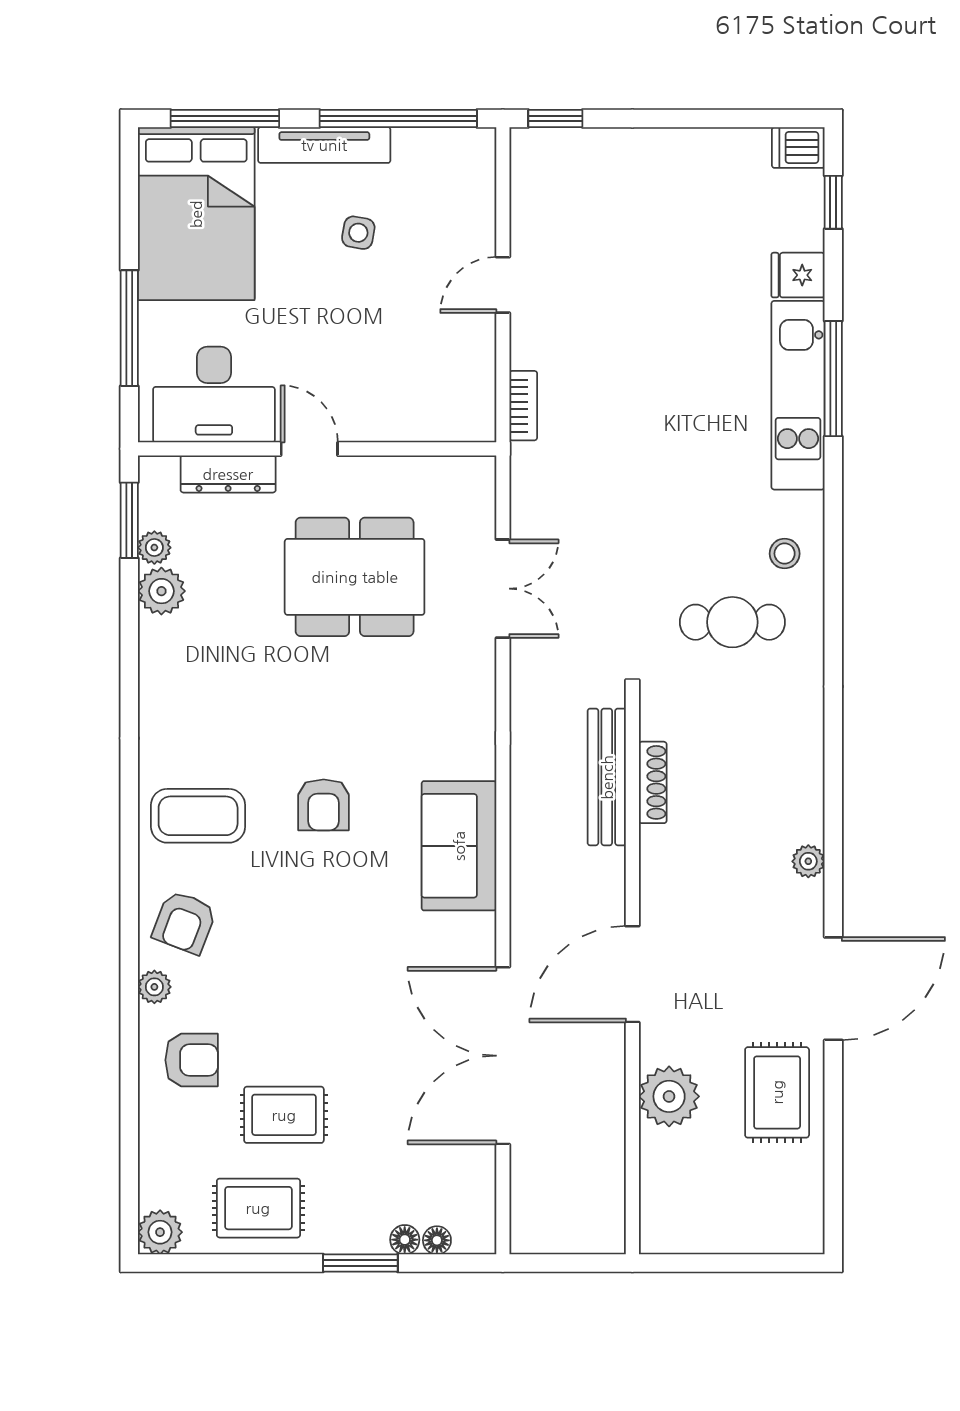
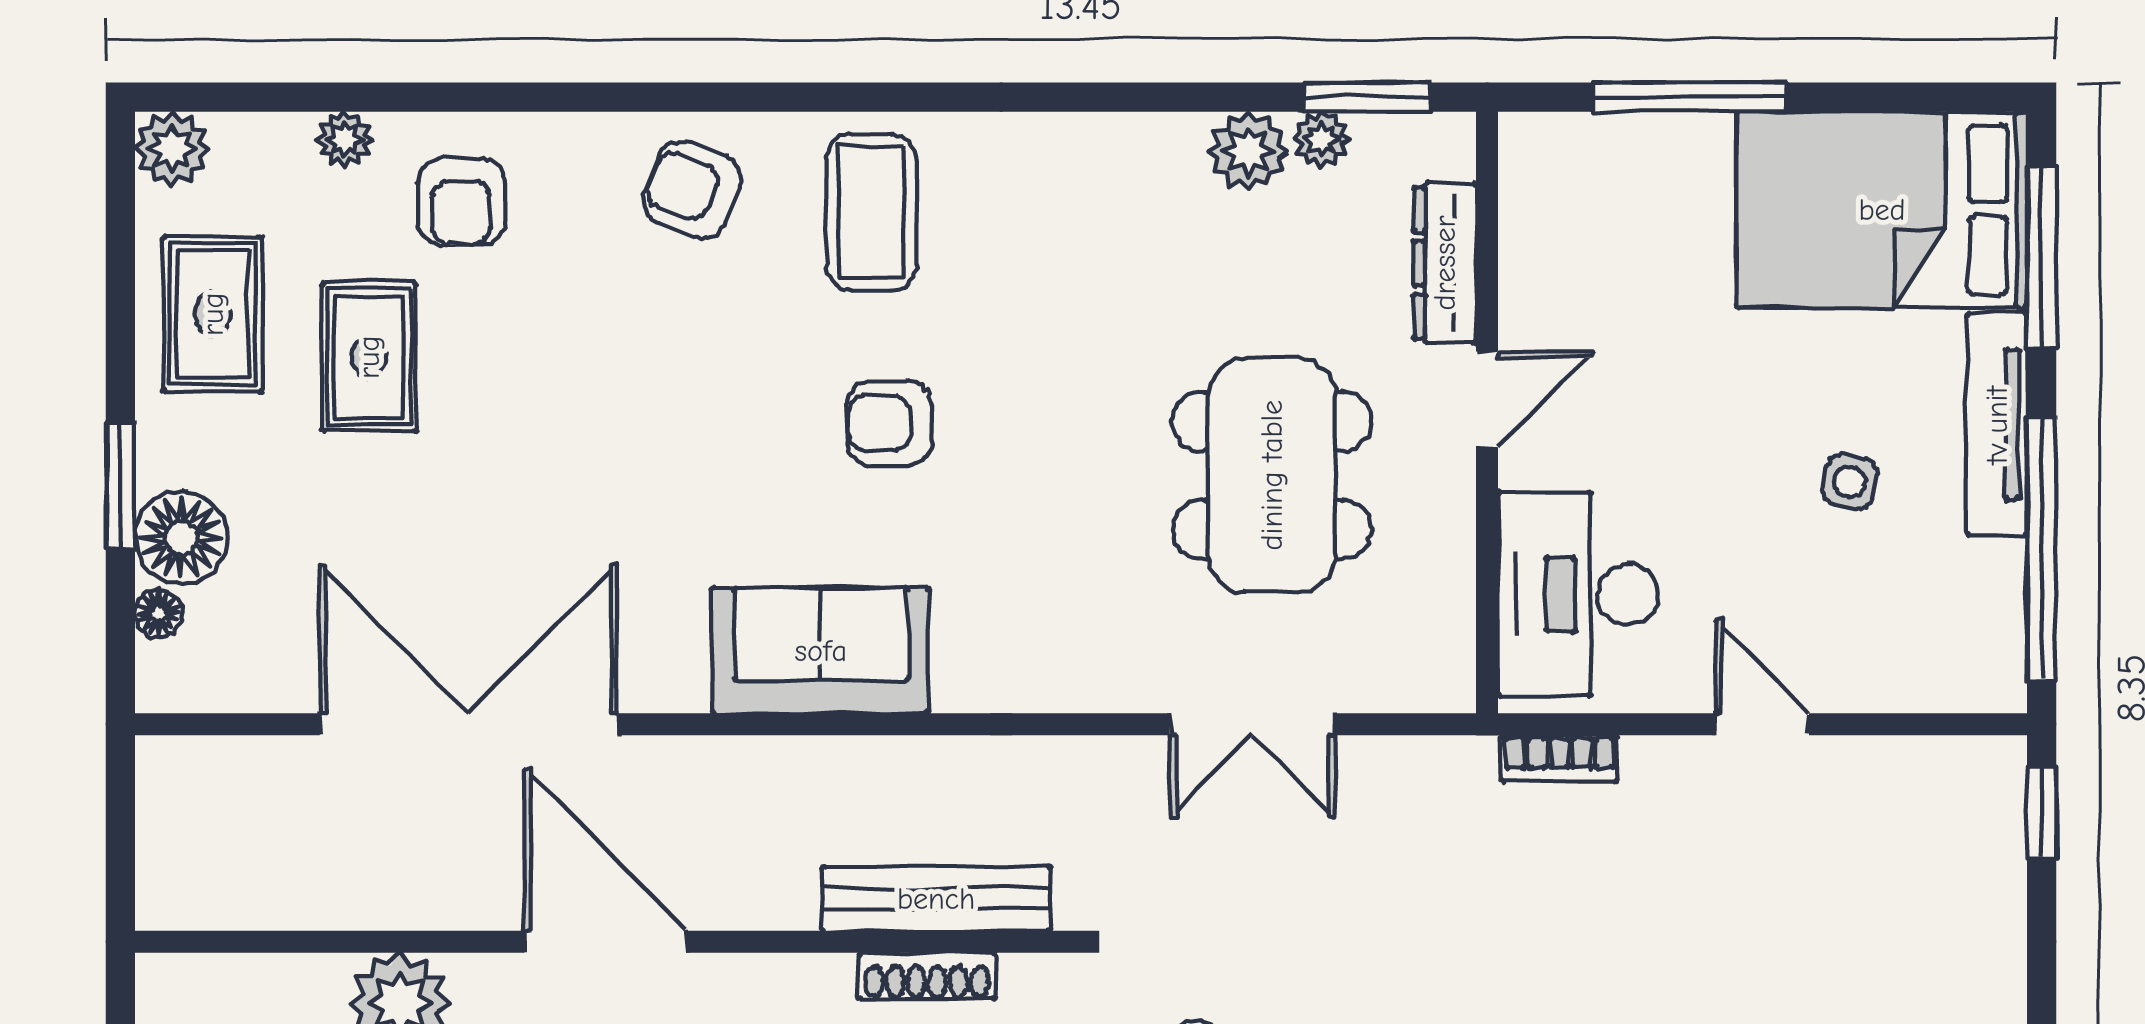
desk: (214, 395) -> (1578, 594), moved
plant: (154, 987) -> (345, 139), moved
floor lamp: (405, 1240) -> (181, 538), width x1.89, depth x1.89

